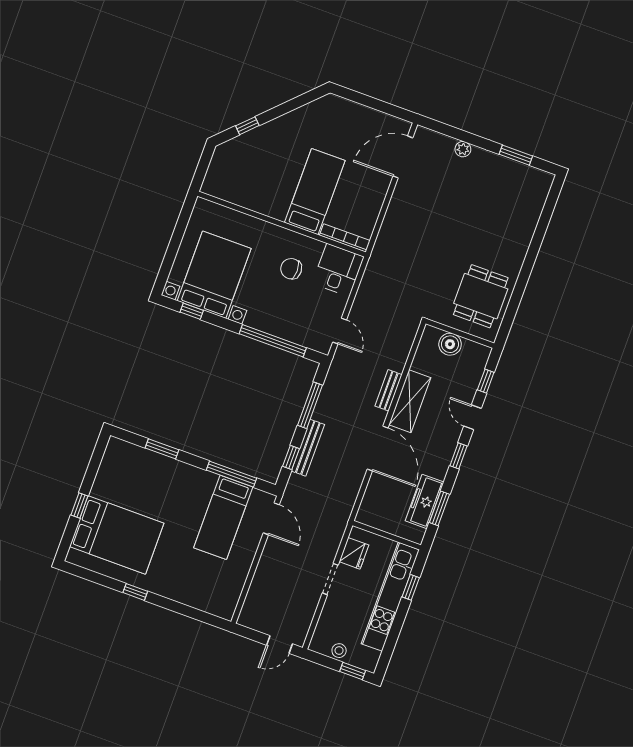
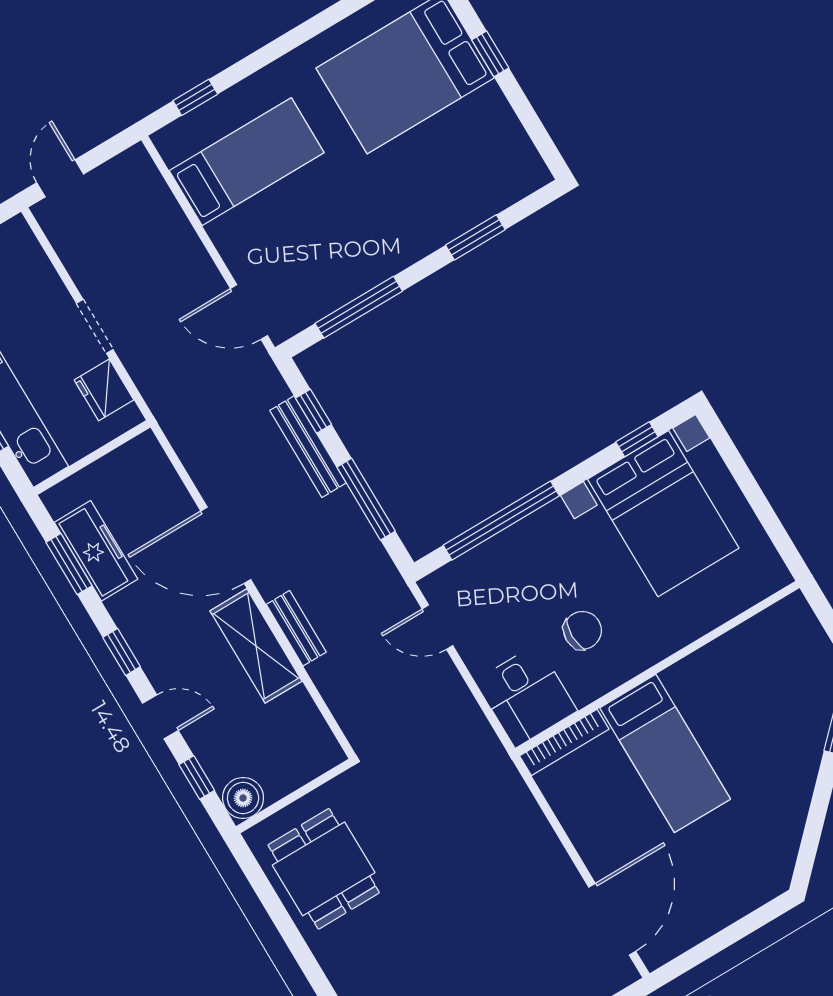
boiler: (450, 344) -> (243, 798), moved
bed: (223, 517) -> (247, 162), moved, turned 90
window: (135, 592) -> (195, 97), moved

